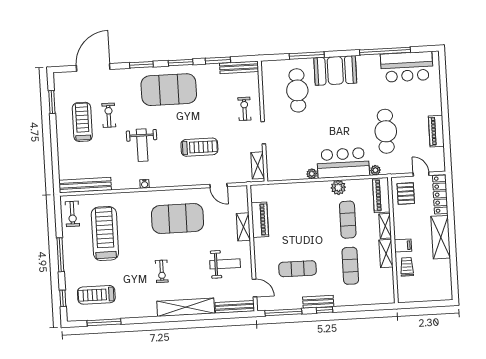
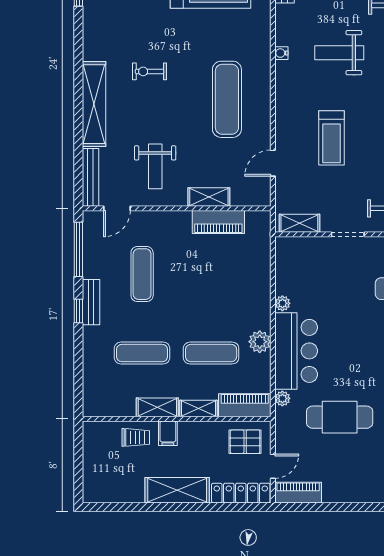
piano: (436, 131) -> (298, 493), moved
exercise mat: (177, 218) -> (227, 99), width x0.68

